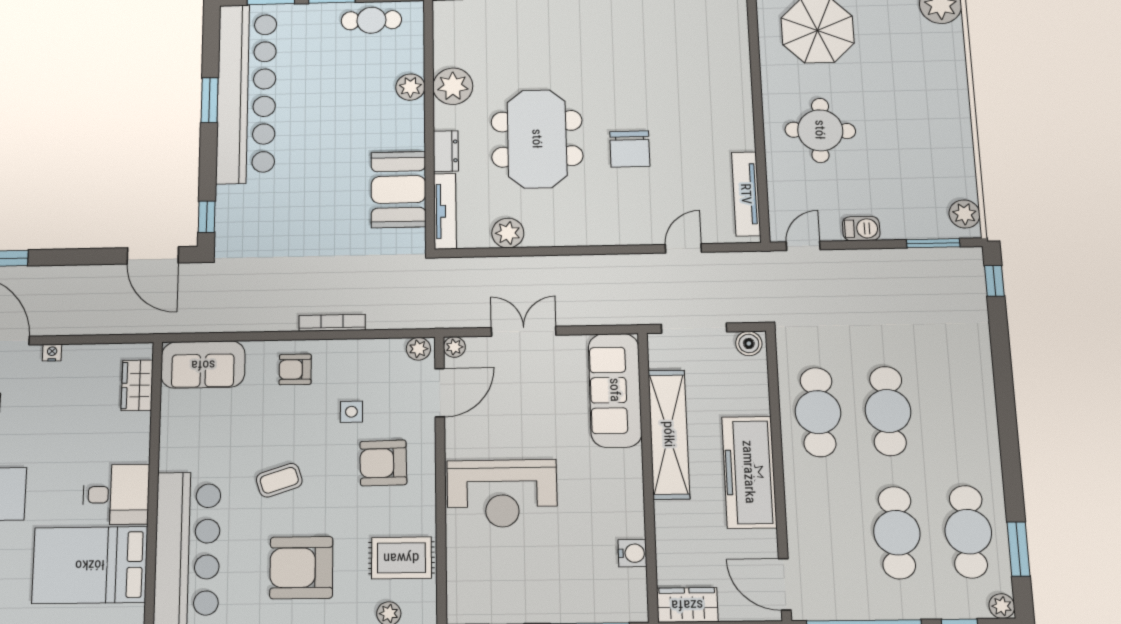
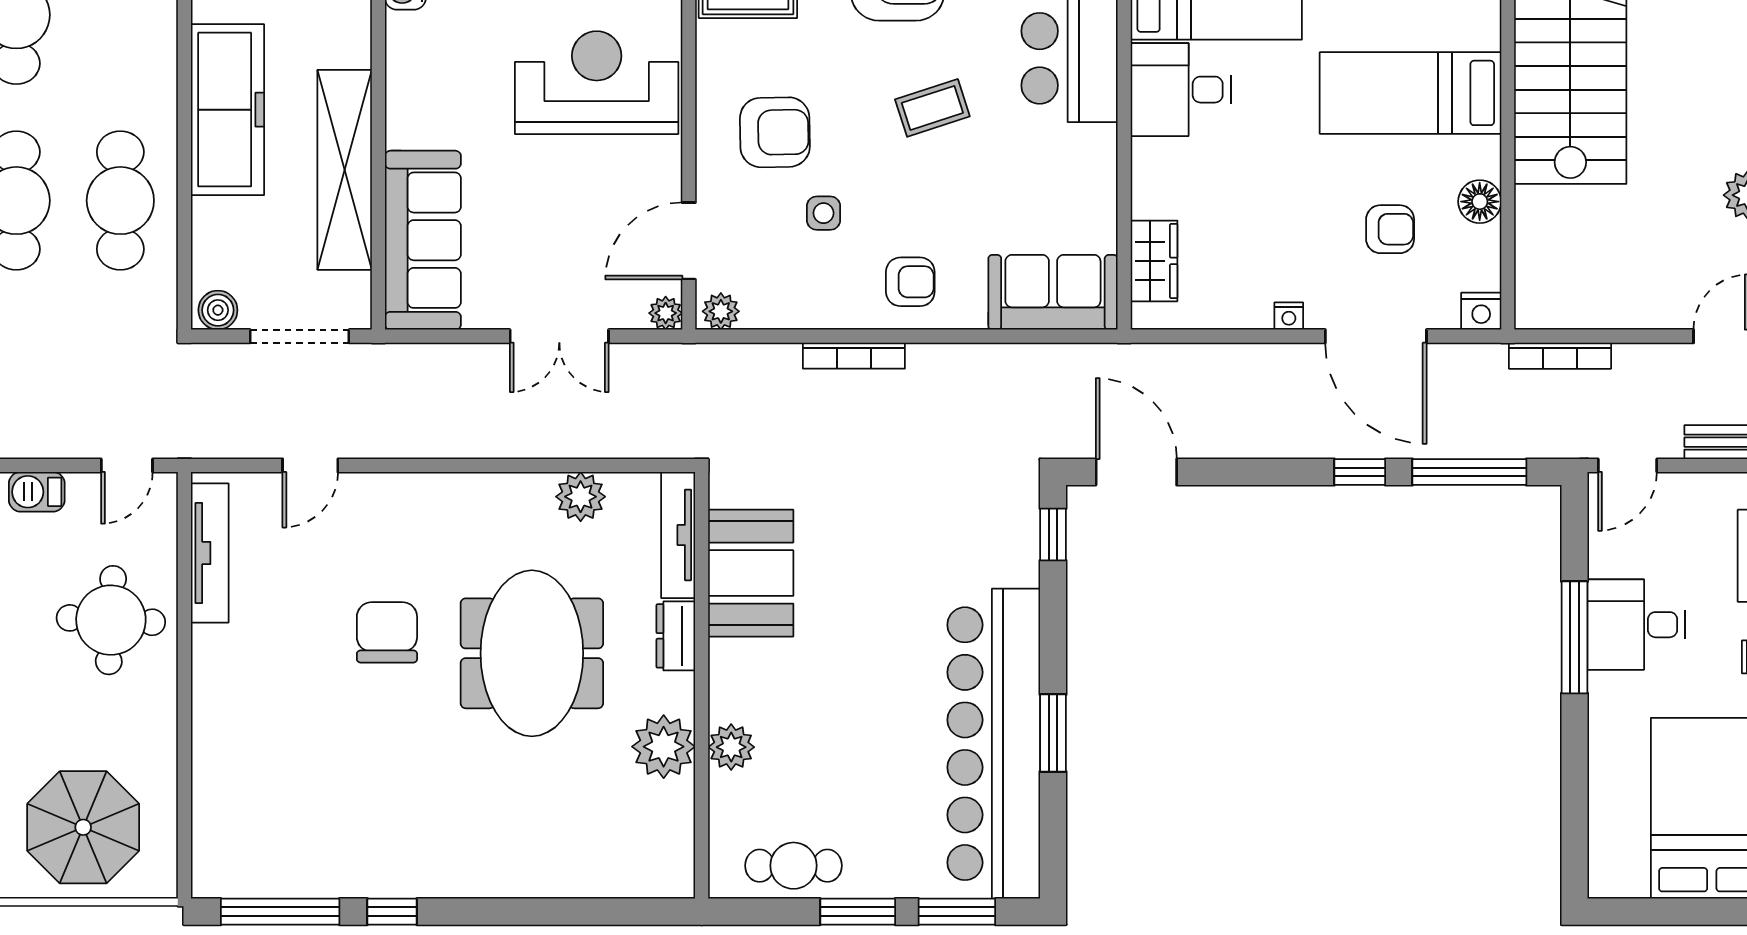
round table: (820, 130) -> (111, 620), moved

